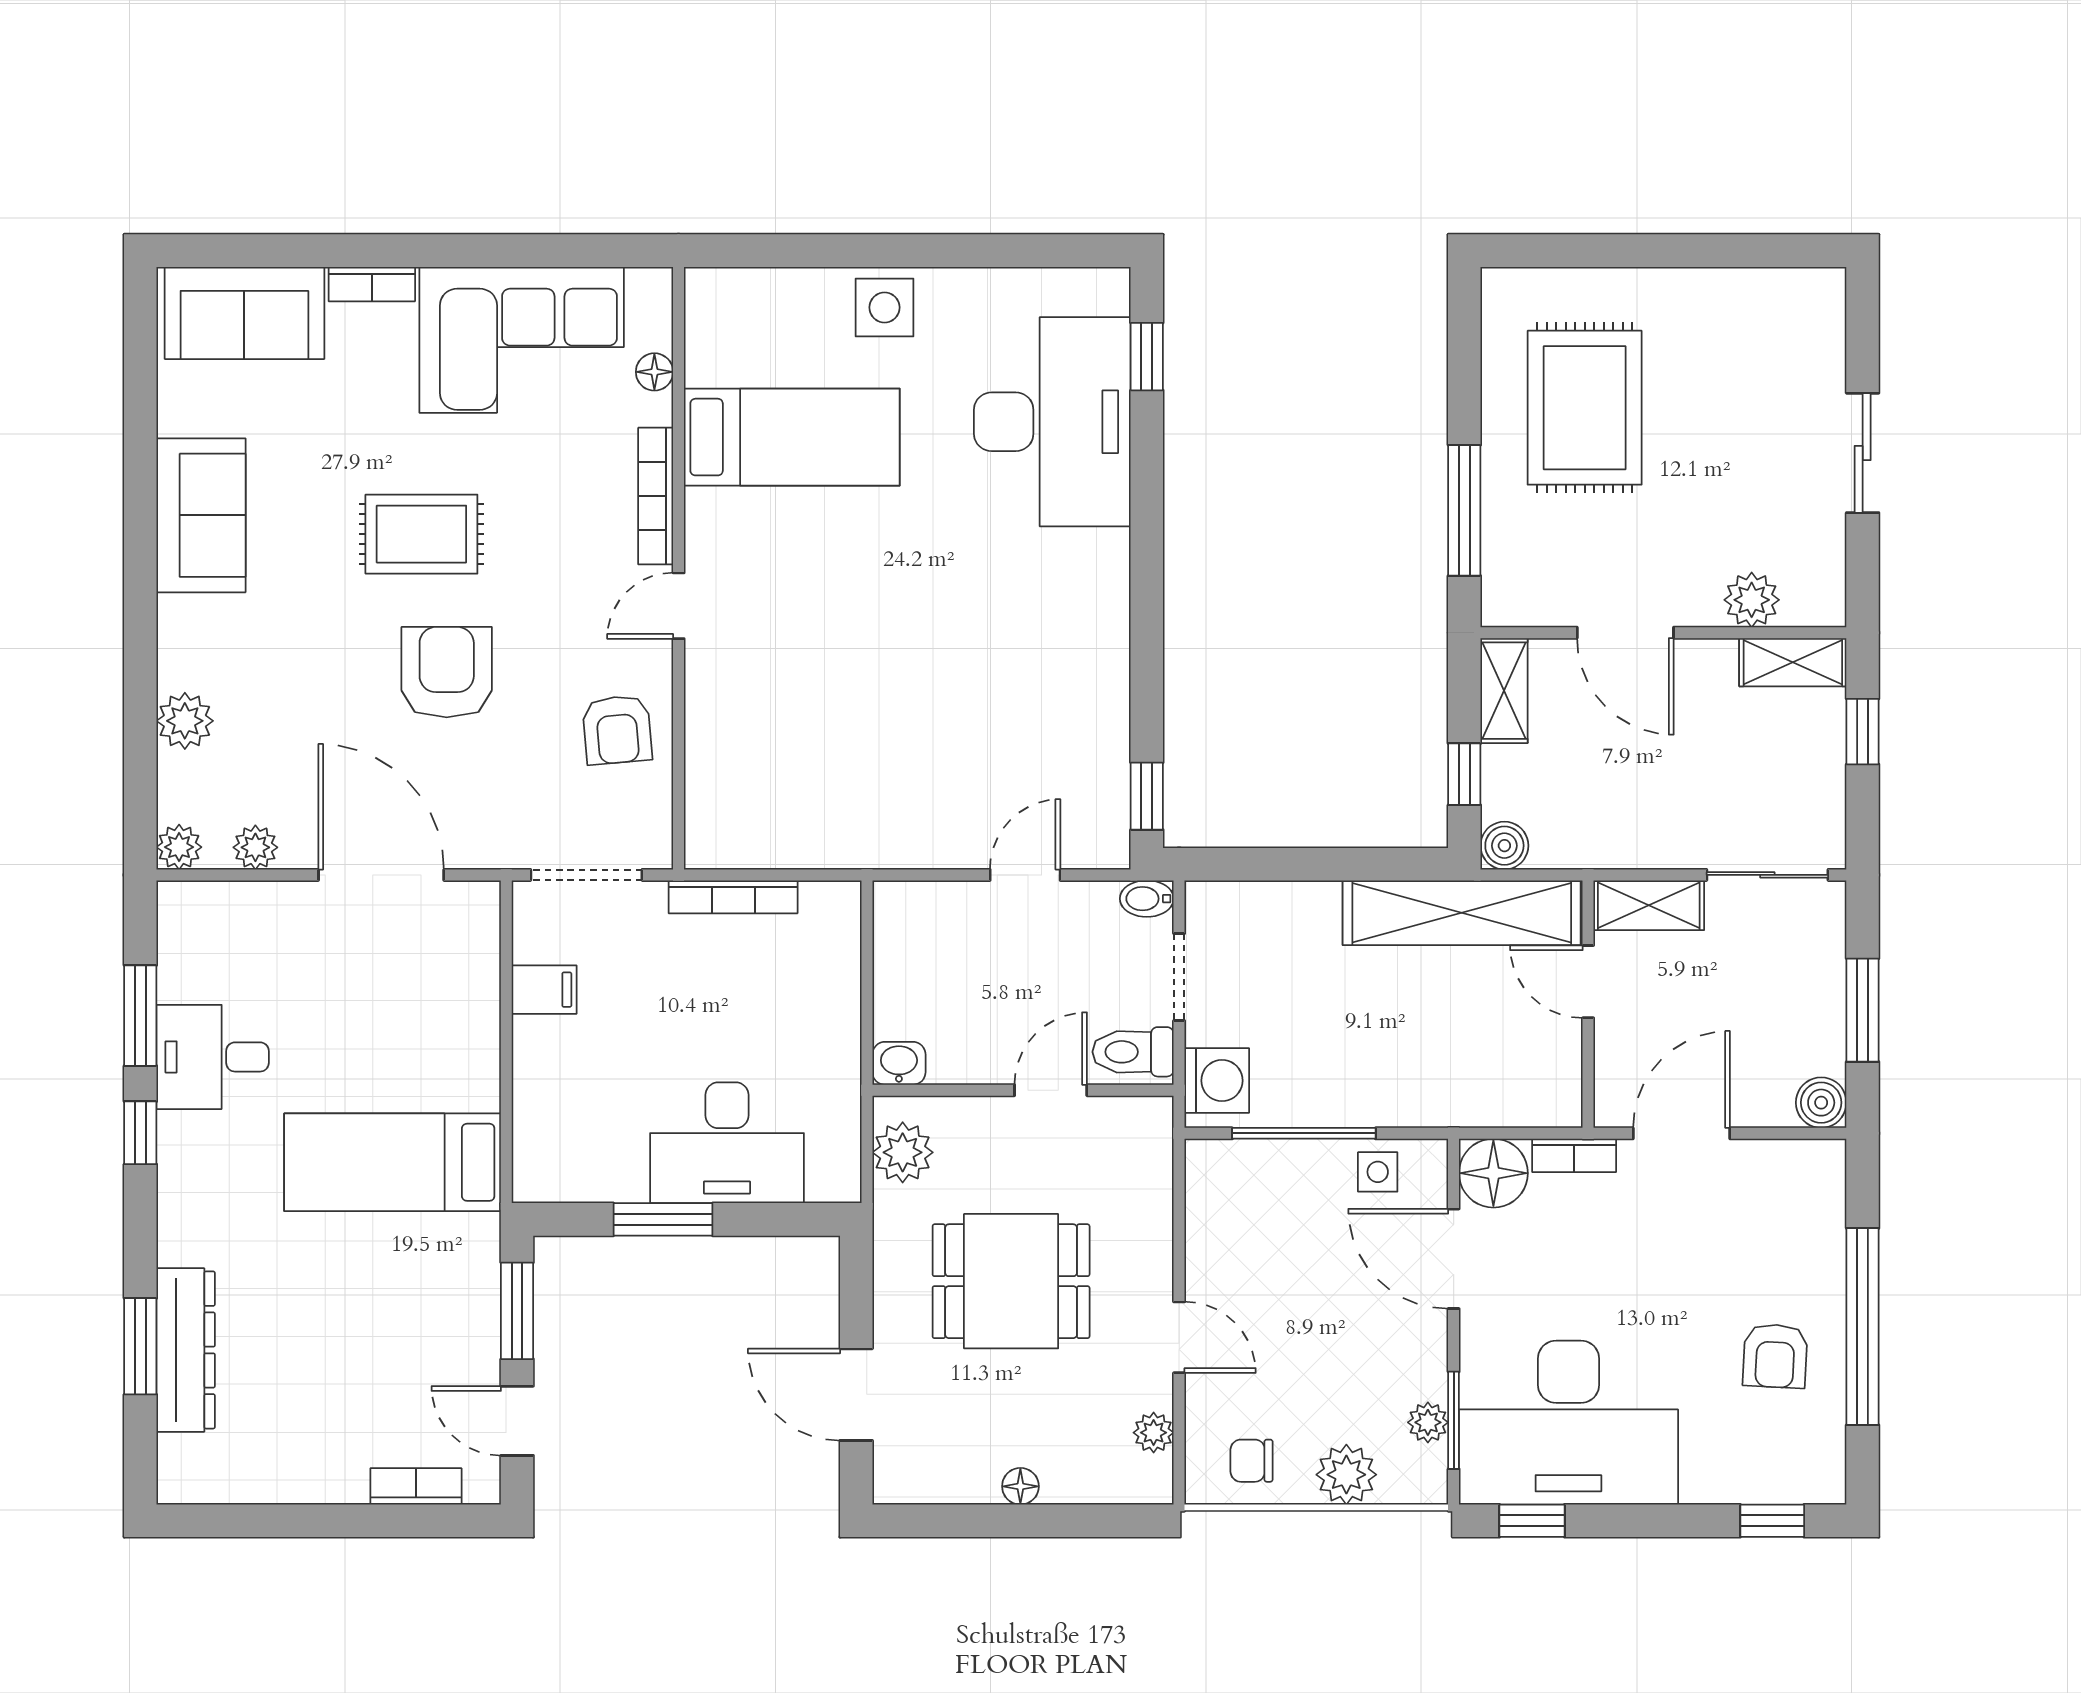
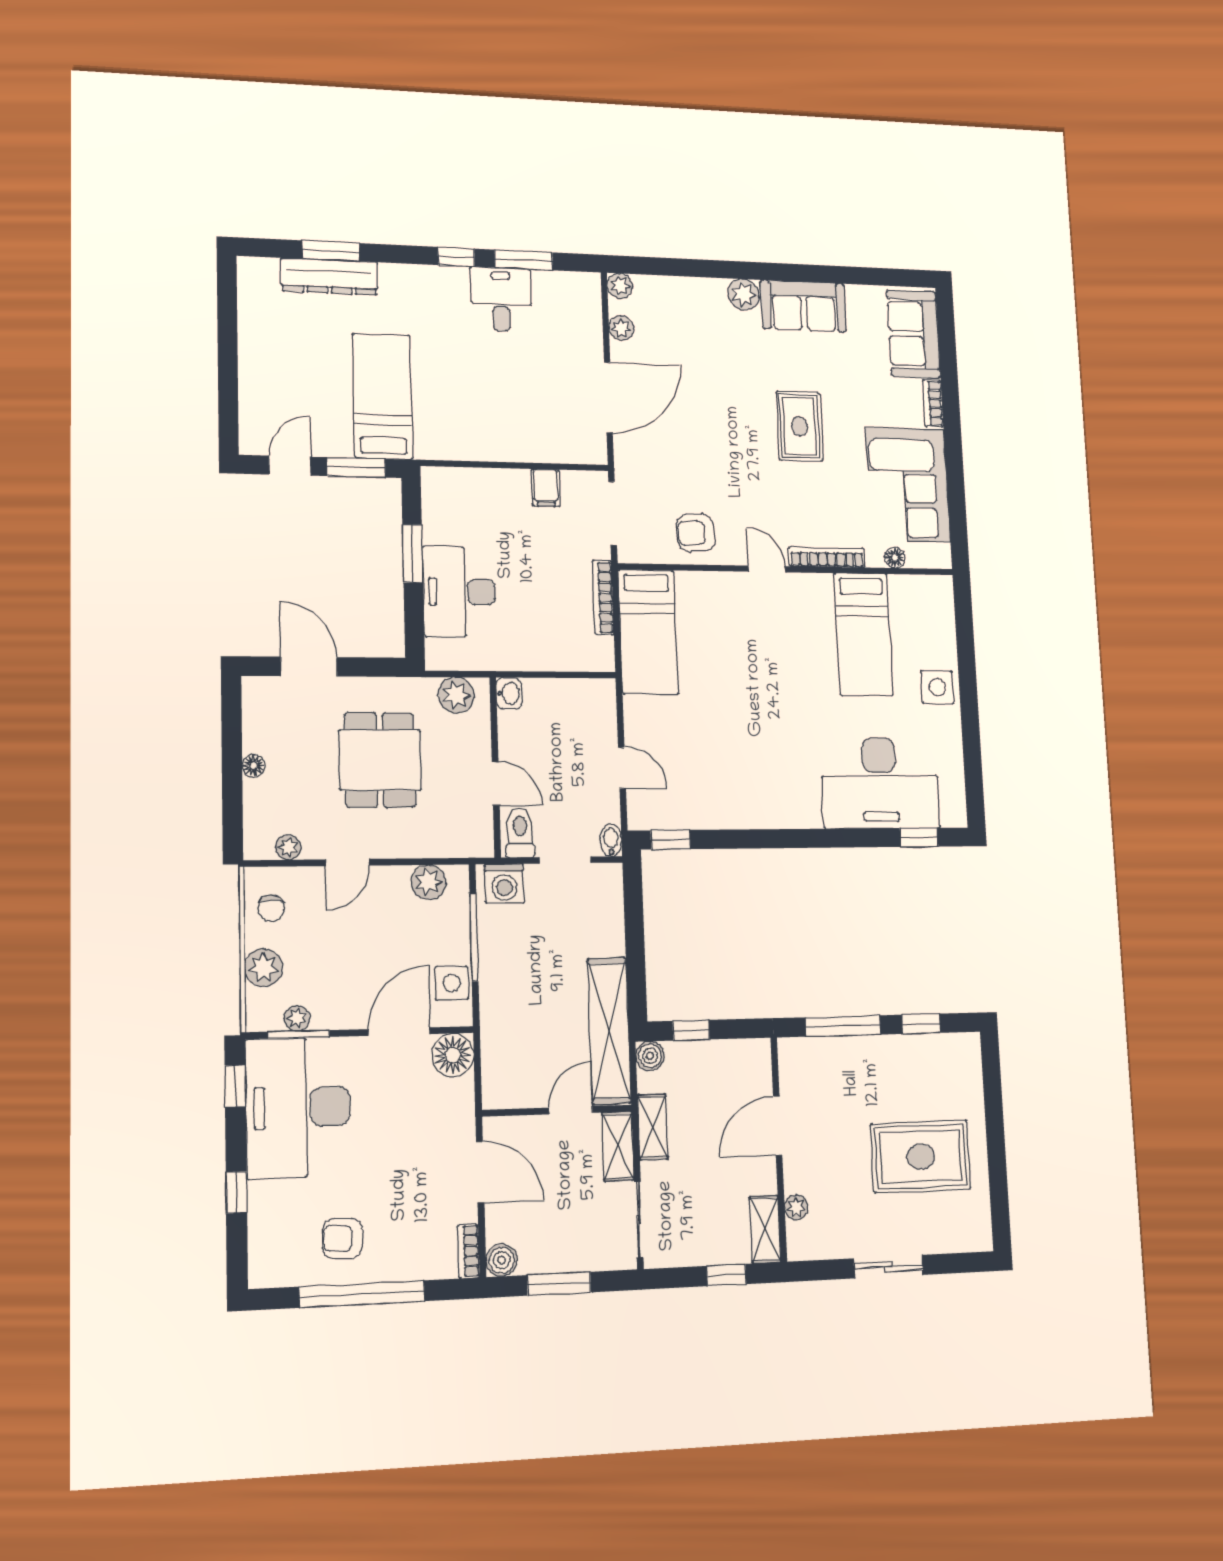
window: (1464, 372) -> (921, 1024), added
rug: (1585, 408) -> (921, 1157), moved
plant: (1752, 600) -> (796, 1207), width x0.73, depth x0.73
armchair: (447, 672) -> (724, 438), removed
shelving: (1504, 691) -> (653, 1127), moved, turned 90
plant: (185, 721) -> (743, 294), moved
bed: (792, 821) -> (648, 632), added
bookcase: (1574, 1155) -> (469, 1251), moved
bed: (392, 1162) -> (383, 396), moved
side table: (1378, 1172) -> (452, 983), width x1.37, depth x1.37
plant: (1213, 1206) -> (428, 882), added
door: (856, 1395) -> (309, 667), hinge flipped
chair: (1252, 1461) -> (271, 908), turned 180
bookcase: (416, 1486) -> (249, 406), removed
window: (1772, 1521) -> (236, 1192), moved

